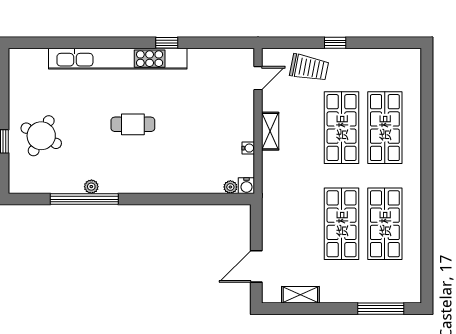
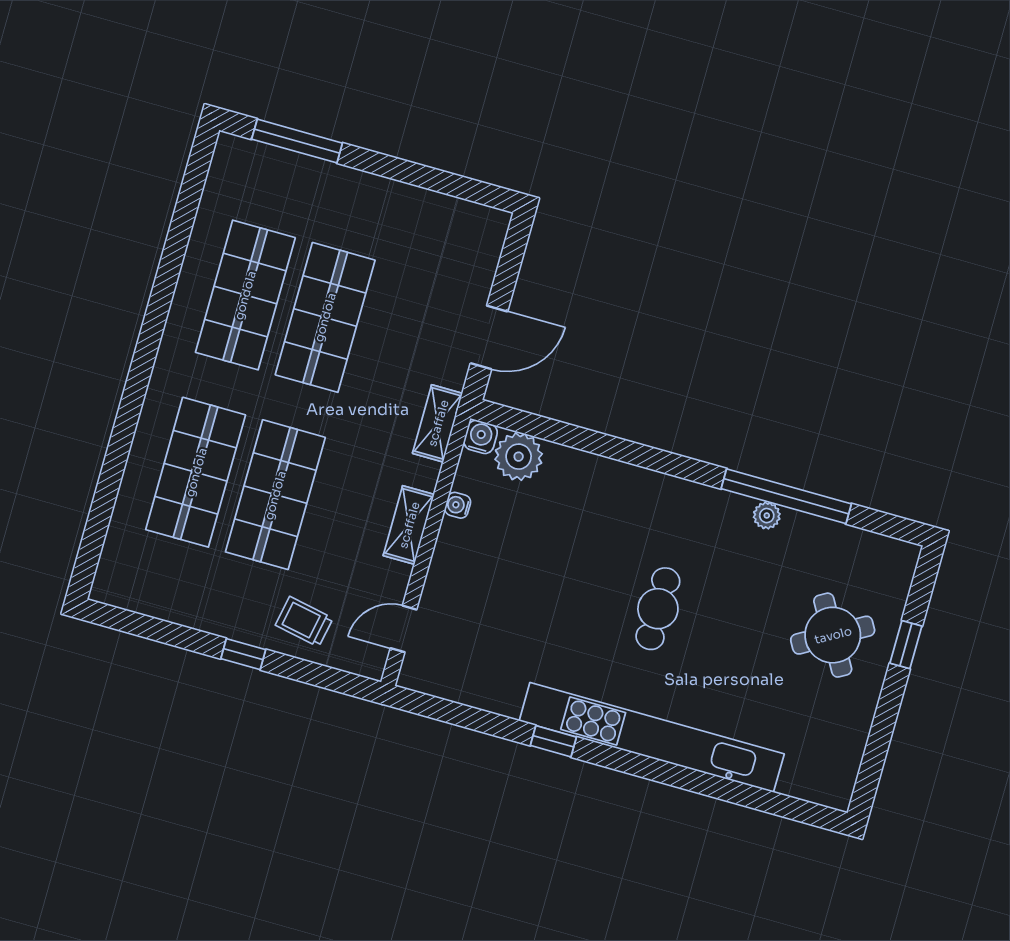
trolley: (309, 68) -> (304, 622), width x0.73, depth x0.72
cafe table: (133, 124) -> (658, 609), turned 90
round table: (41, 136) -> (833, 635), turned 33
plant: (230, 187) -> (519, 457), width x1.88, depth x1.88
door: (256, 266) -> (489, 337), moved
shelving: (300, 295) -> (438, 423), moved, turned 90

